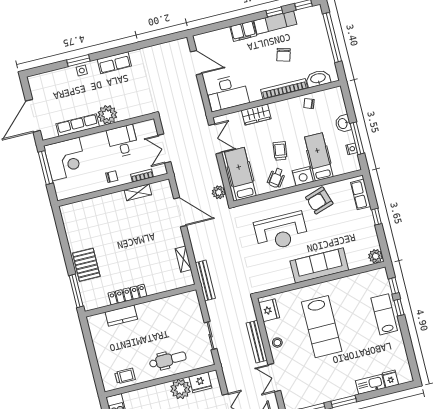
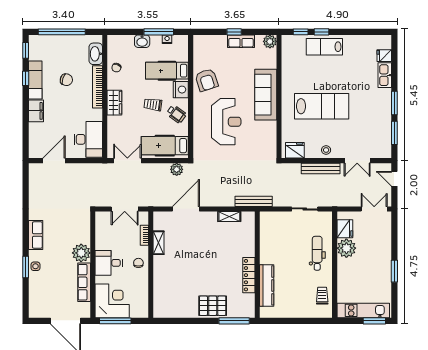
wardrobe: (256, 115) -> (114, 103), moved
desk: (123, 141) -> (109, 263), moved
row of seats: (361, 194) -> (241, 41), moved
kitchen counter: (121, 316) -> (267, 285), width x1.50

